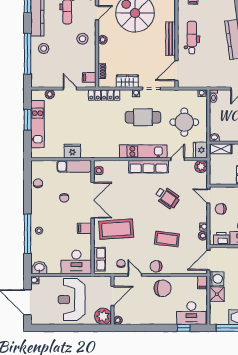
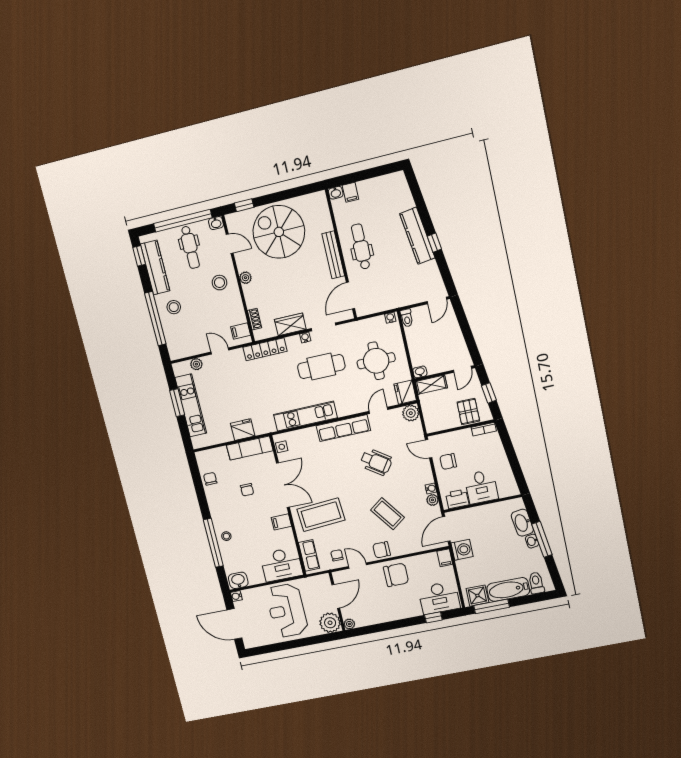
door: (97, 13) -> (230, 244), hinge flipped
kitchen unit: (143, 151) -> (305, 416), moved
coffee table: (167, 239) -> (388, 514), turned 47
shower: (217, 294) -> (477, 596), moved

